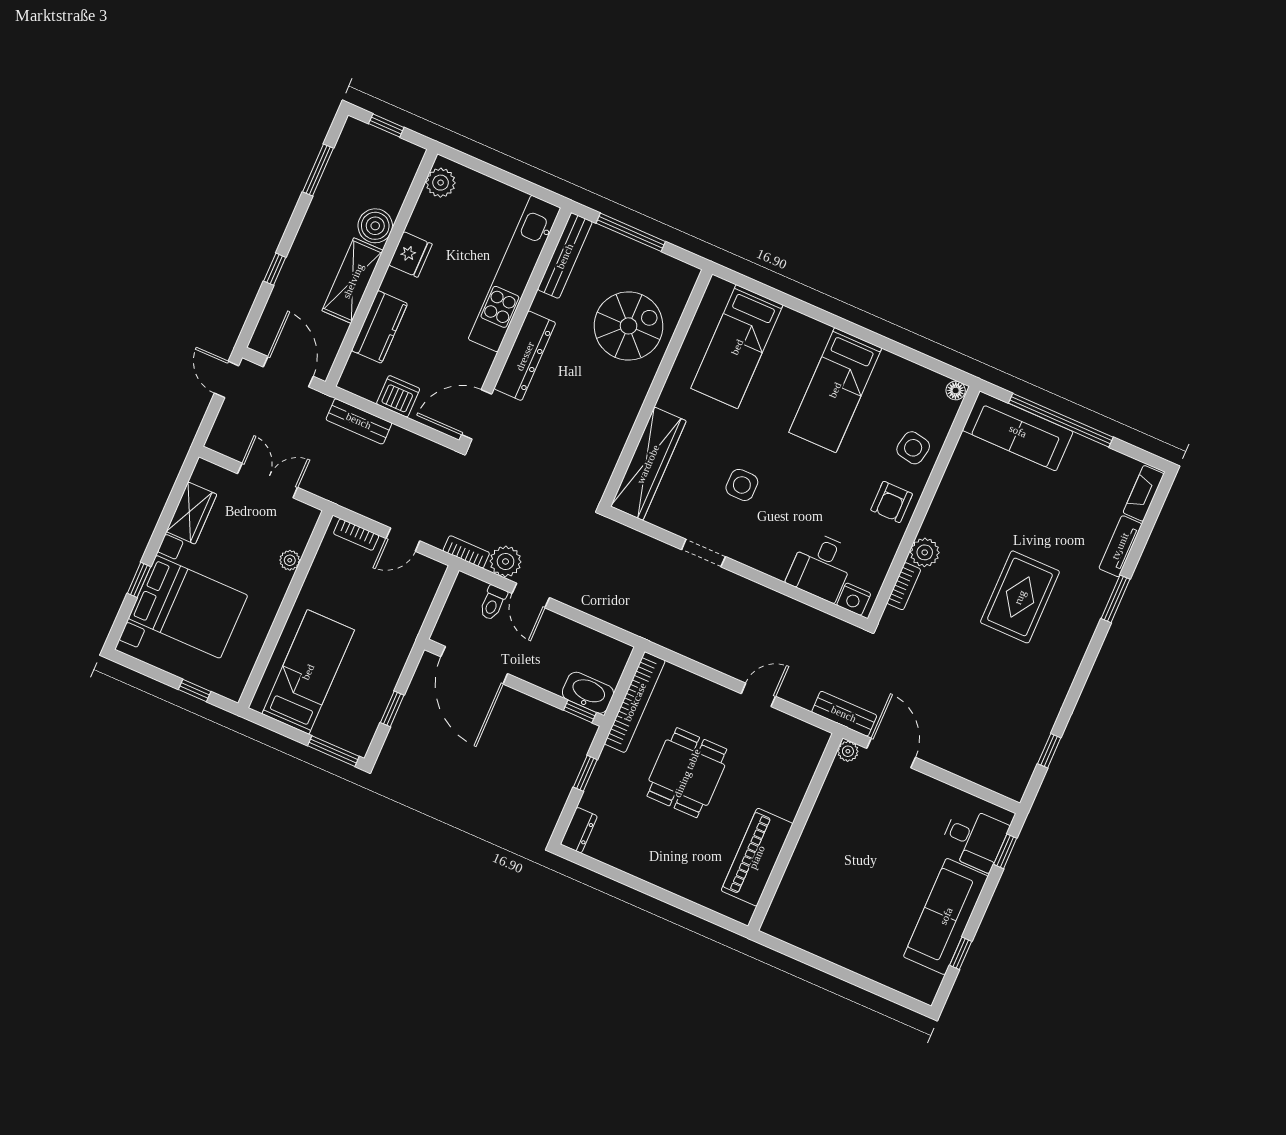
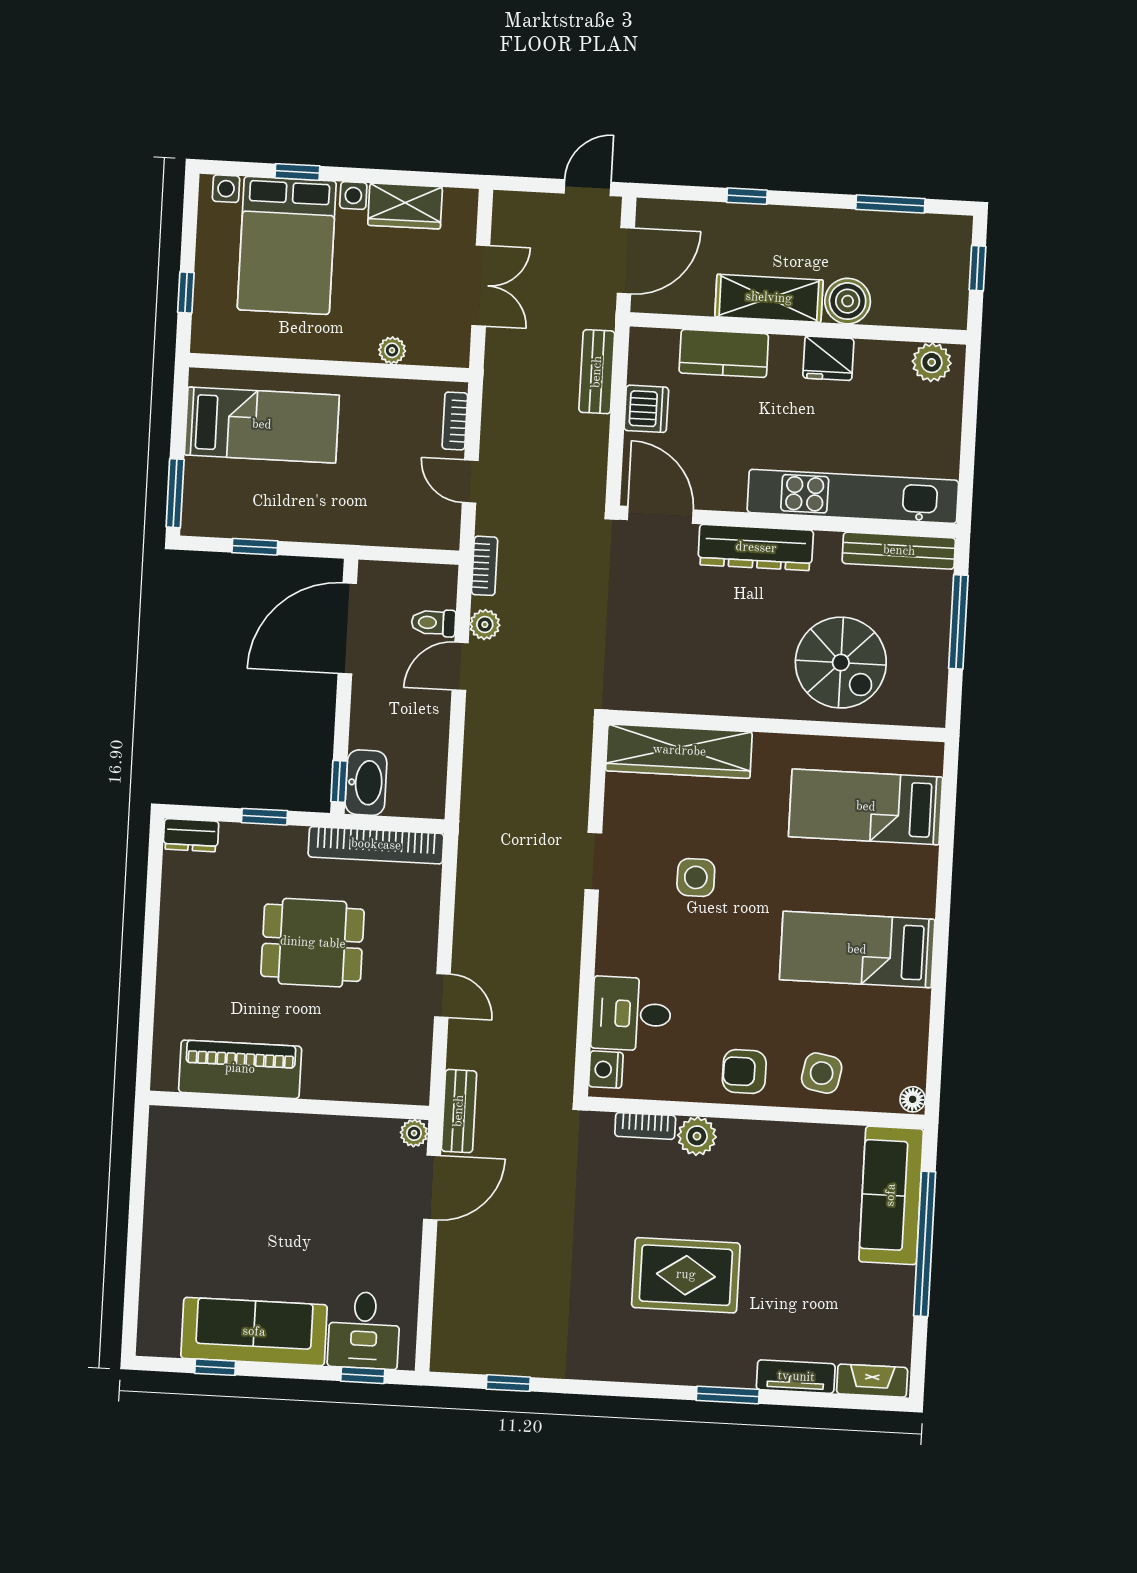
plant: (506, 561) -> (485, 625), width x0.73, depth x0.73

